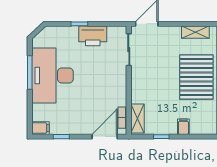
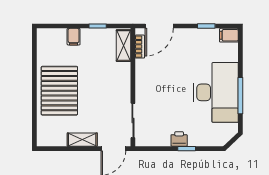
shelving: (195, 32) -> (82, 140), moved
printer: (93, 36) -> (179, 139), width x0.53, depth x0.68

